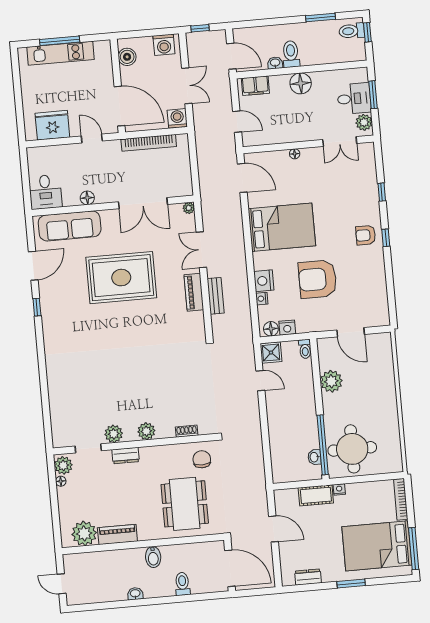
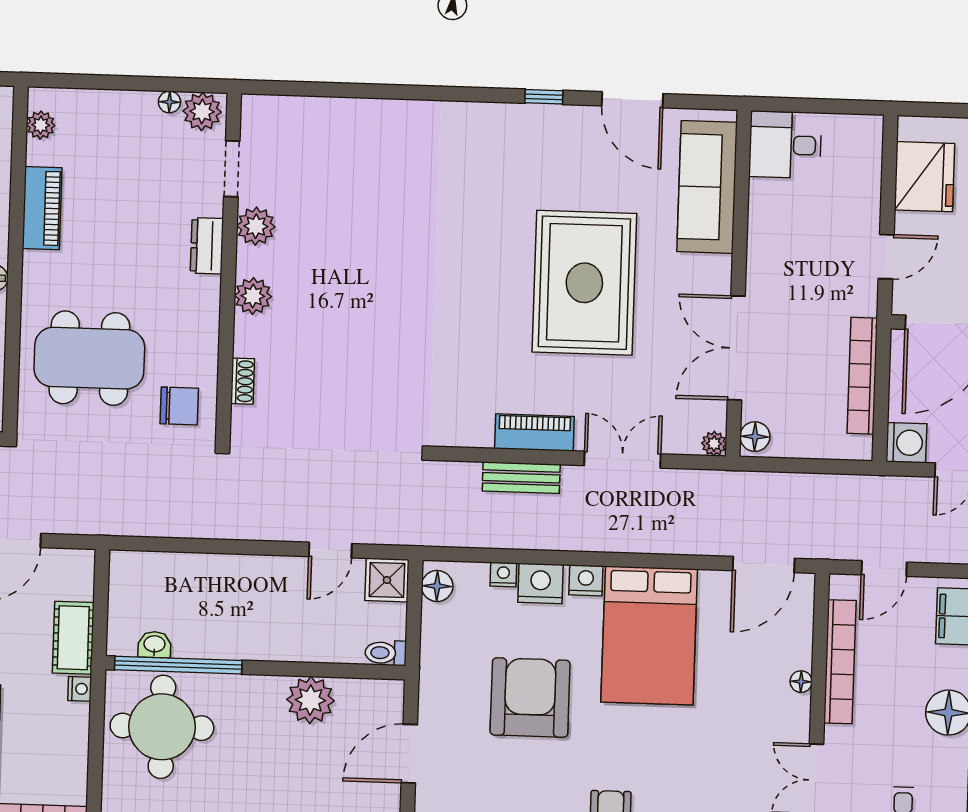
bookcase: (283, 137) -> (840, 662), added
floor lamp: (87, 198) -> (755, 437), moved
nightstand: (287, 328) -> (586, 580), moved, turned 90
plant: (84, 533) -> (41, 125), width x0.53, depth x0.53

